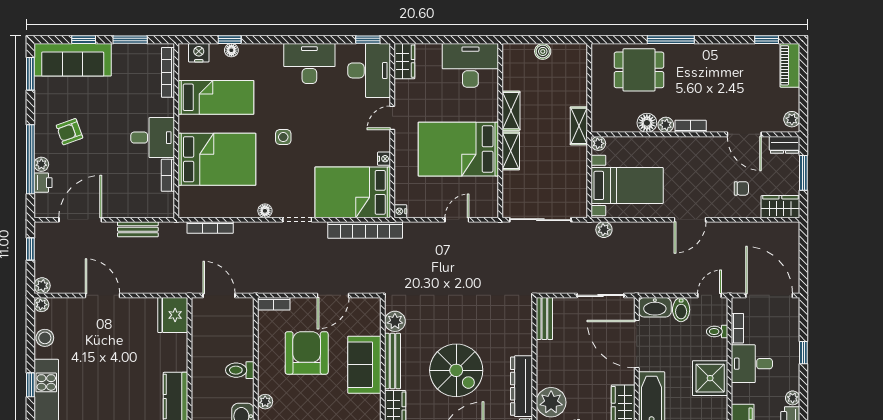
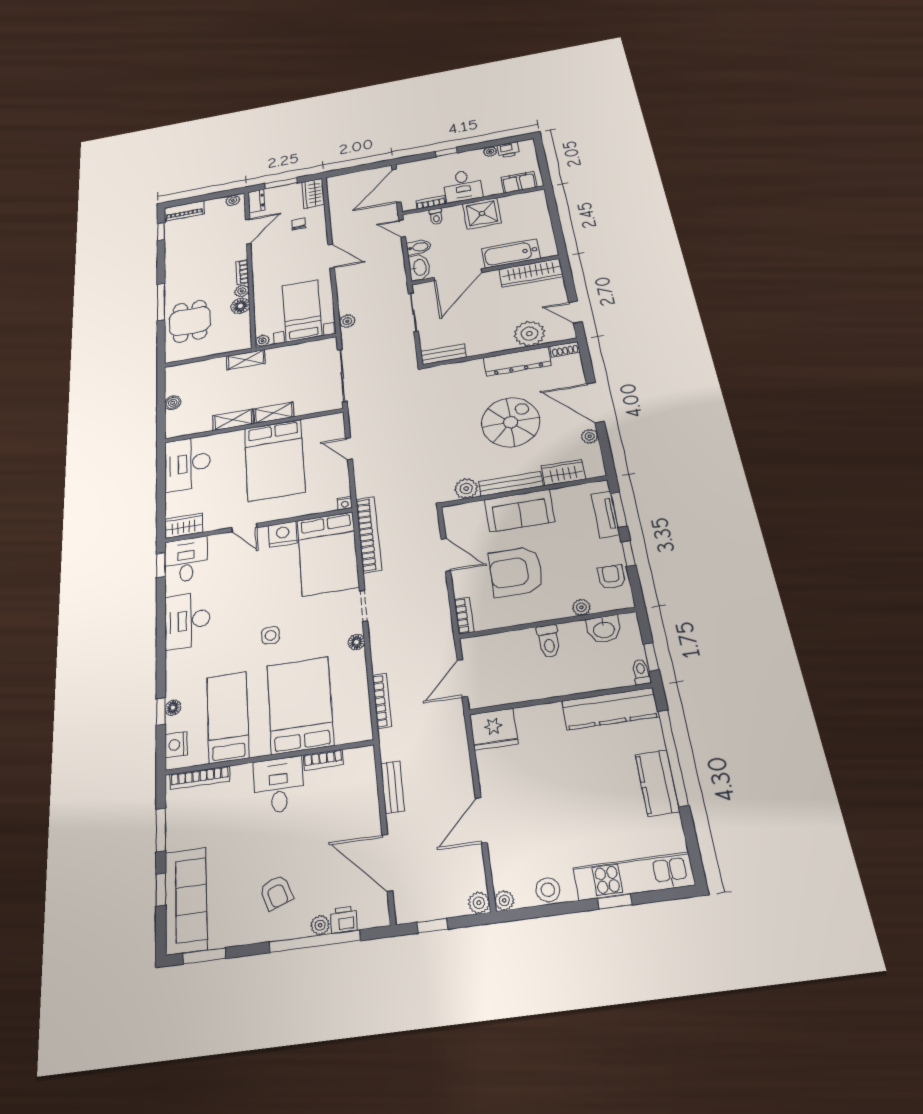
desk: (369, 70) -> (186, 560), width x0.73
nightstand: (384, 159) -> (283, 534), width x1.89, depth x1.79

